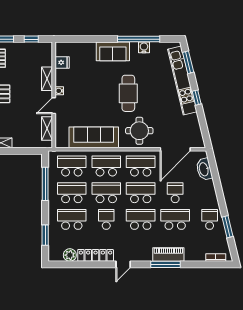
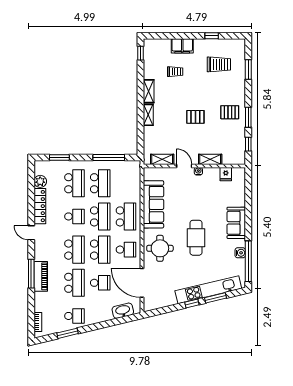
window: (139, 39) -> (248, 261), moved
window: (188, 62) -> (215, 298), moved
cafe table: (128, 93) -> (196, 238), turned 90
school desk: (72, 166) -> (126, 183), removed
school desk: (141, 166) -> (126, 250), width x0.54

